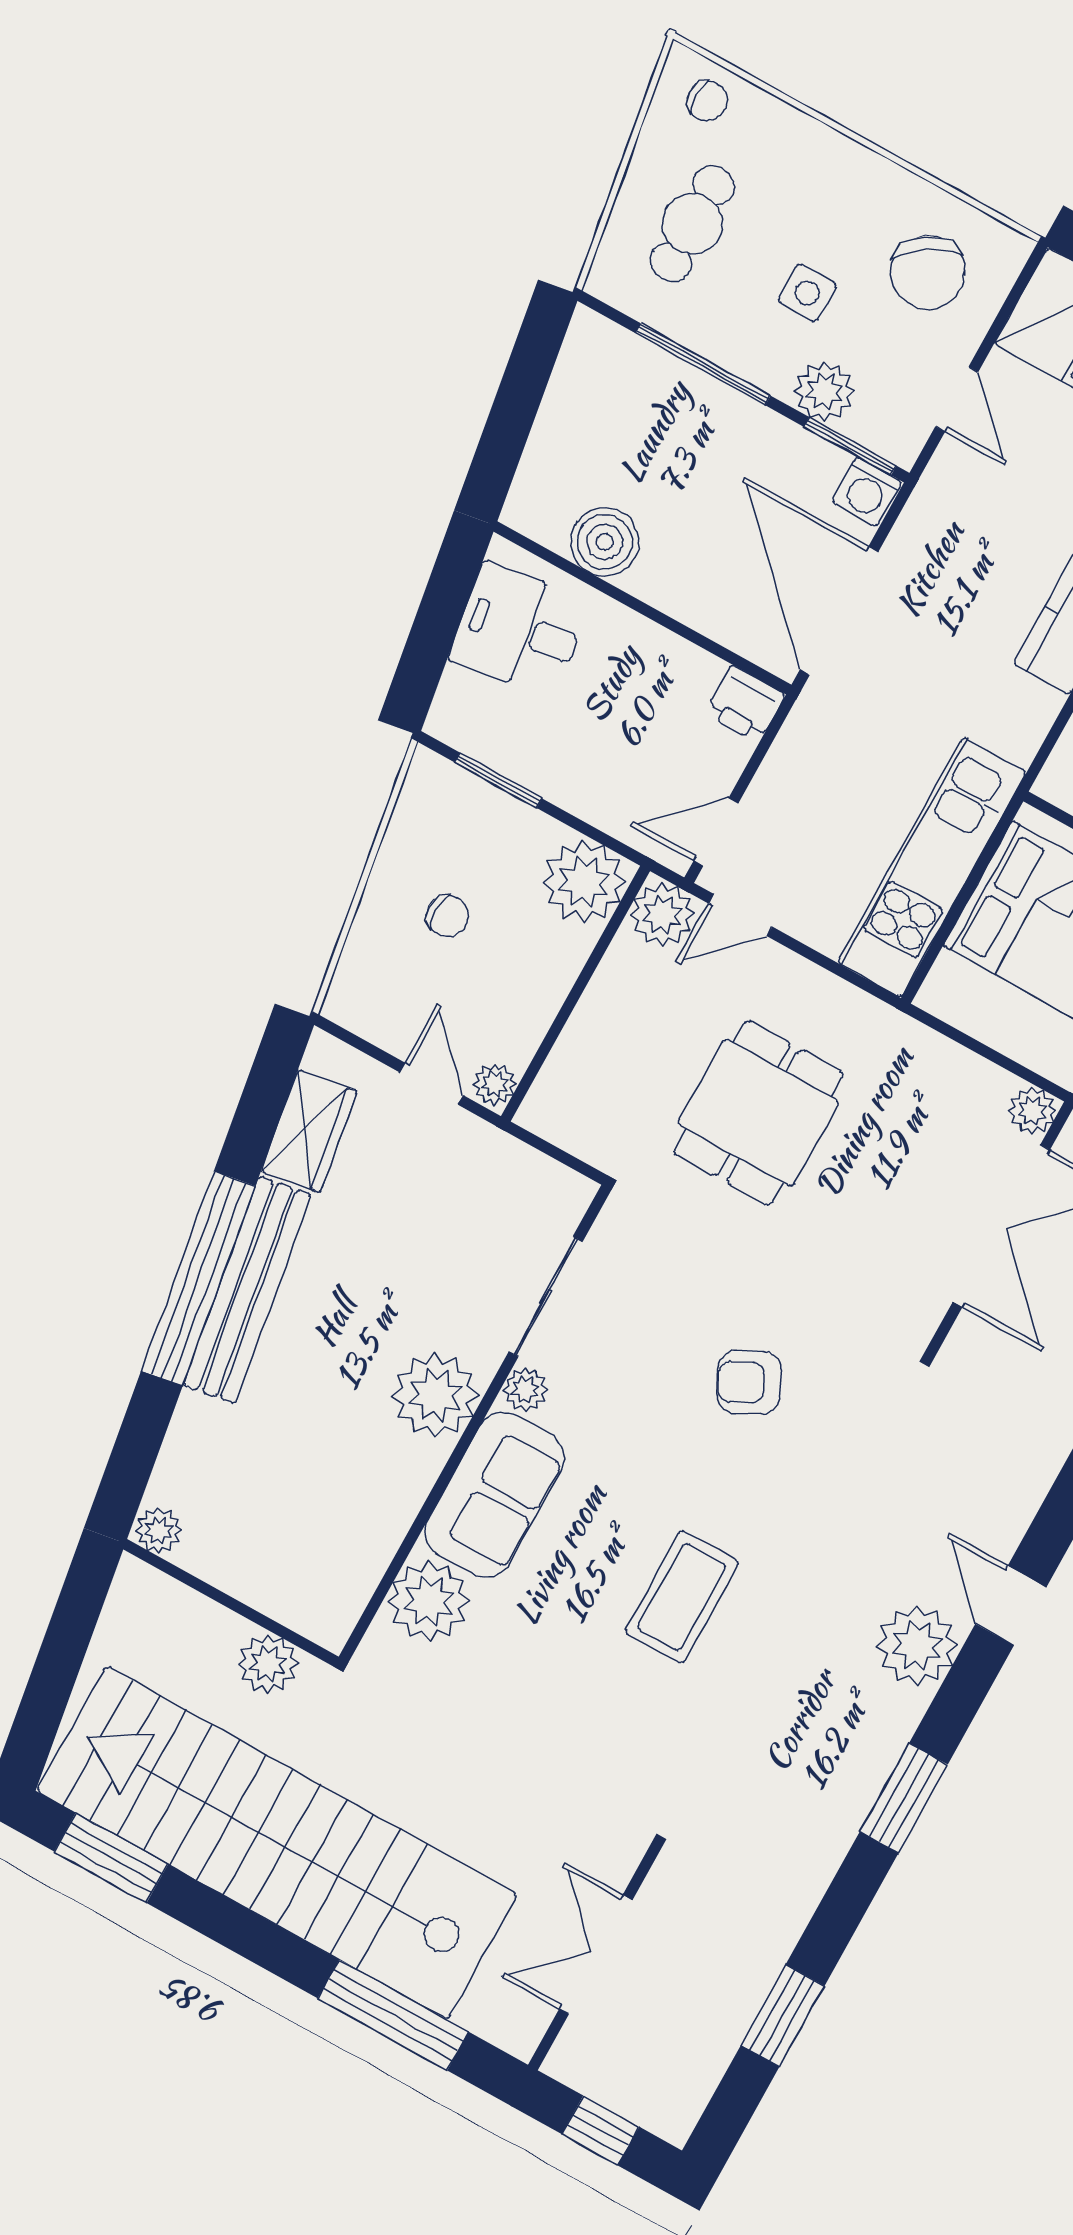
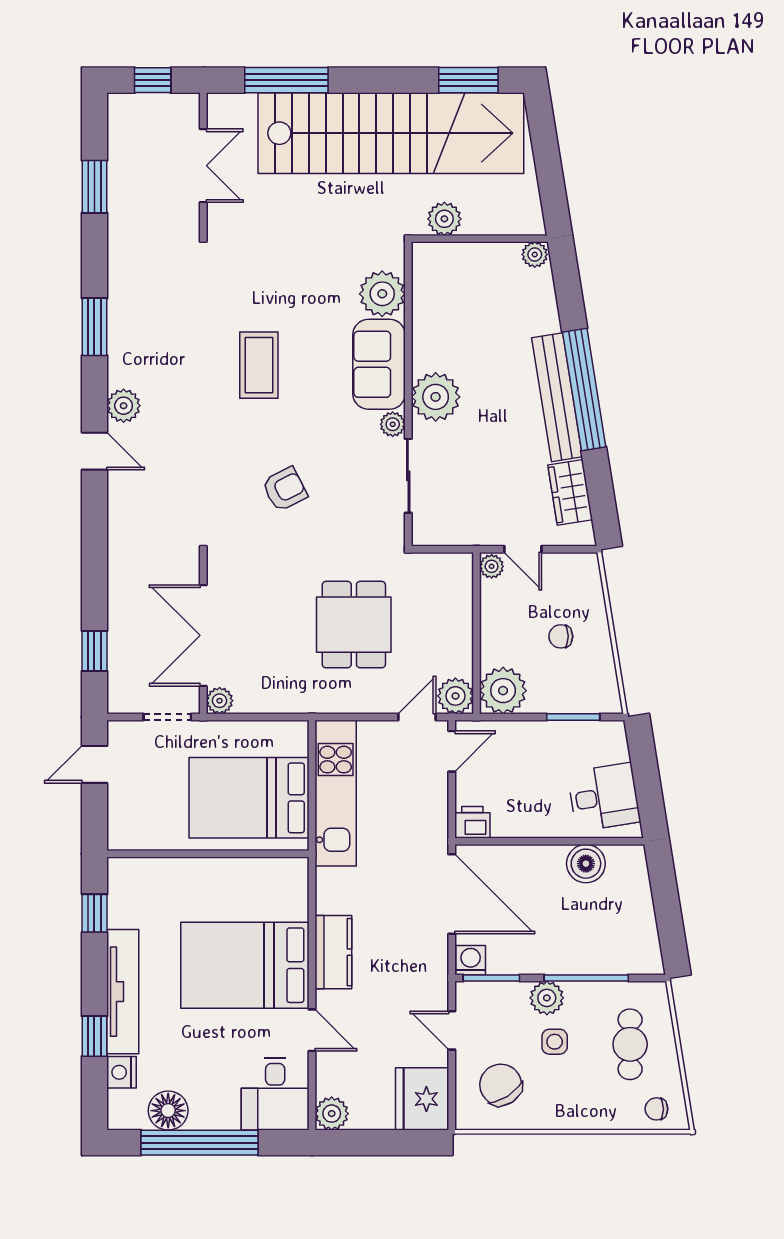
plant: (824, 391) -> (547, 998), moved
plant: (917, 1646) -> (124, 406), width x0.73, depth x0.73

